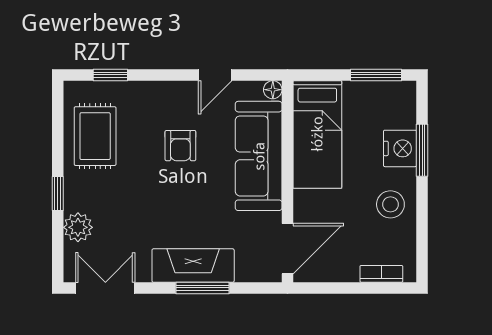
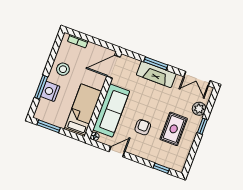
rug: (95, 136) -> (174, 129), moved

